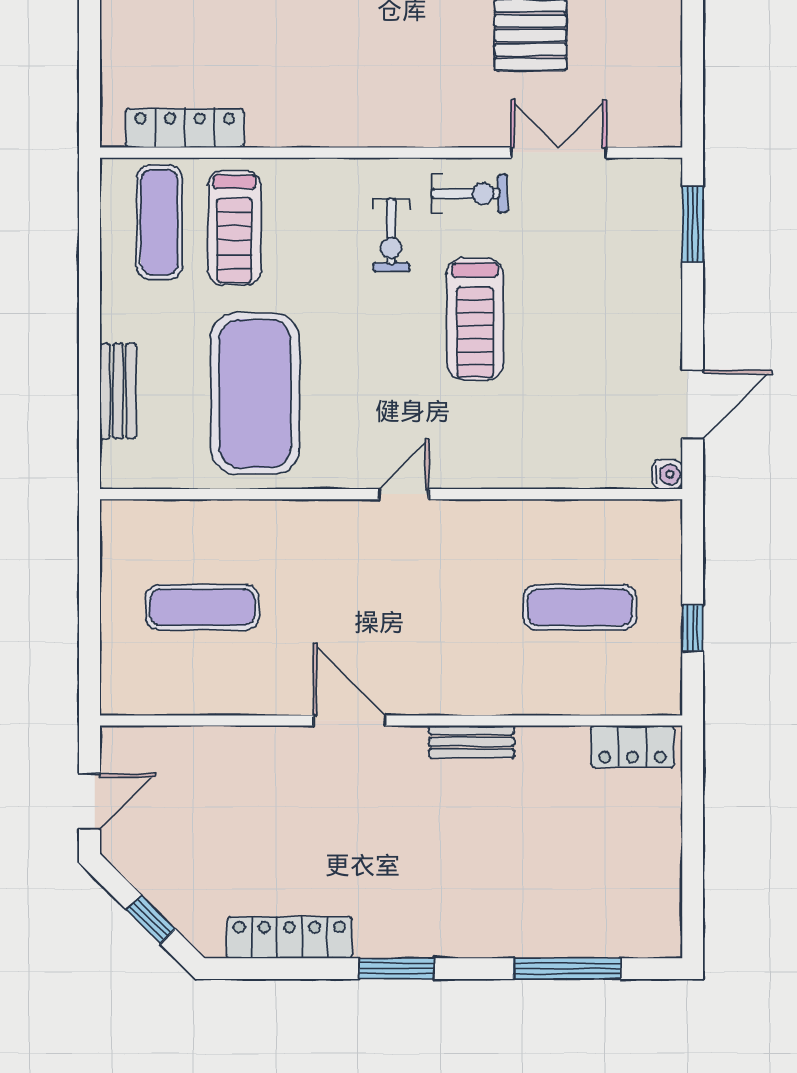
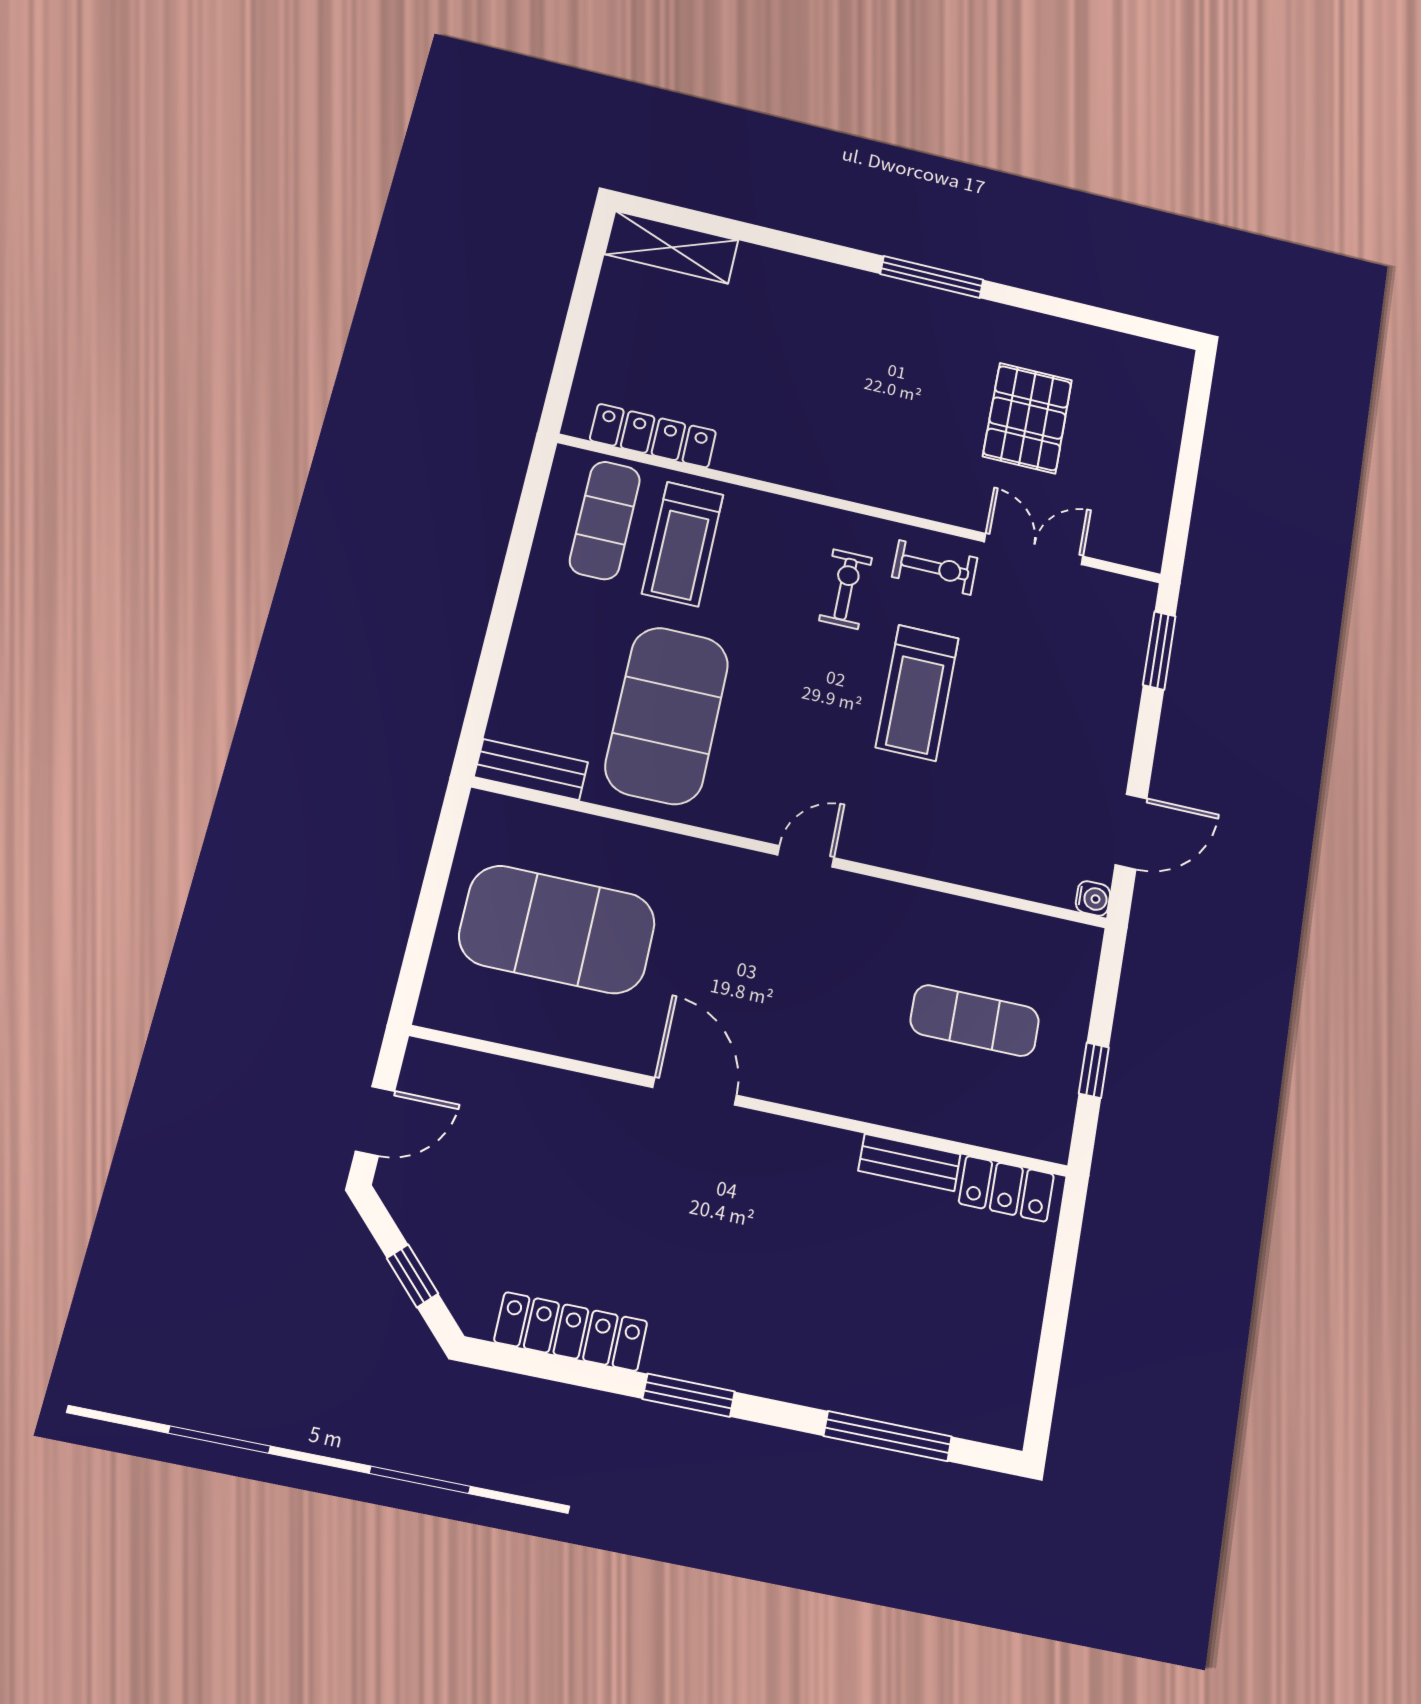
exercise bike: (391, 235) -> (846, 589), turned 180
bench: (118, 391) -> (531, 770), moved, turned 90
exercise mat: (202, 607) -> (557, 929), width x2.00, depth x1.45
bench: (472, 742) -> (909, 1163), moved

